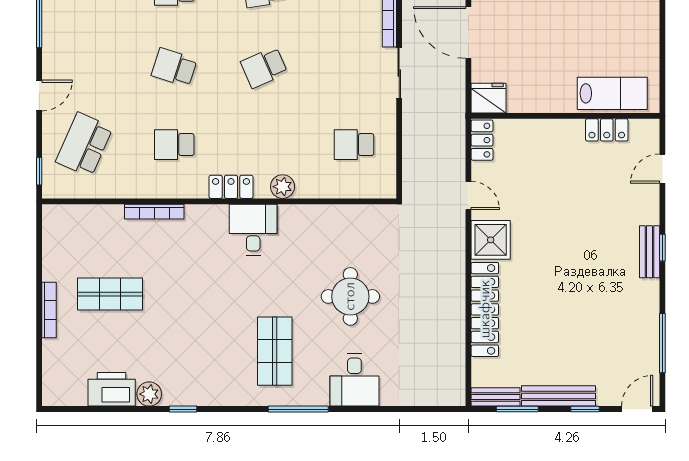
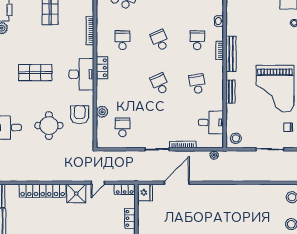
school desk: (174, 67) -> (160, 40), turned -42
locker: (542, 129) -> (130, 218), added
plant: (283, 187) -> (102, 112), moved
desk: (253, 230) -> (81, 74), width x1.37
armchair: (328, 233) -> (80, 115), added
shop shelf: (275, 351) -> (35, 73), moved

